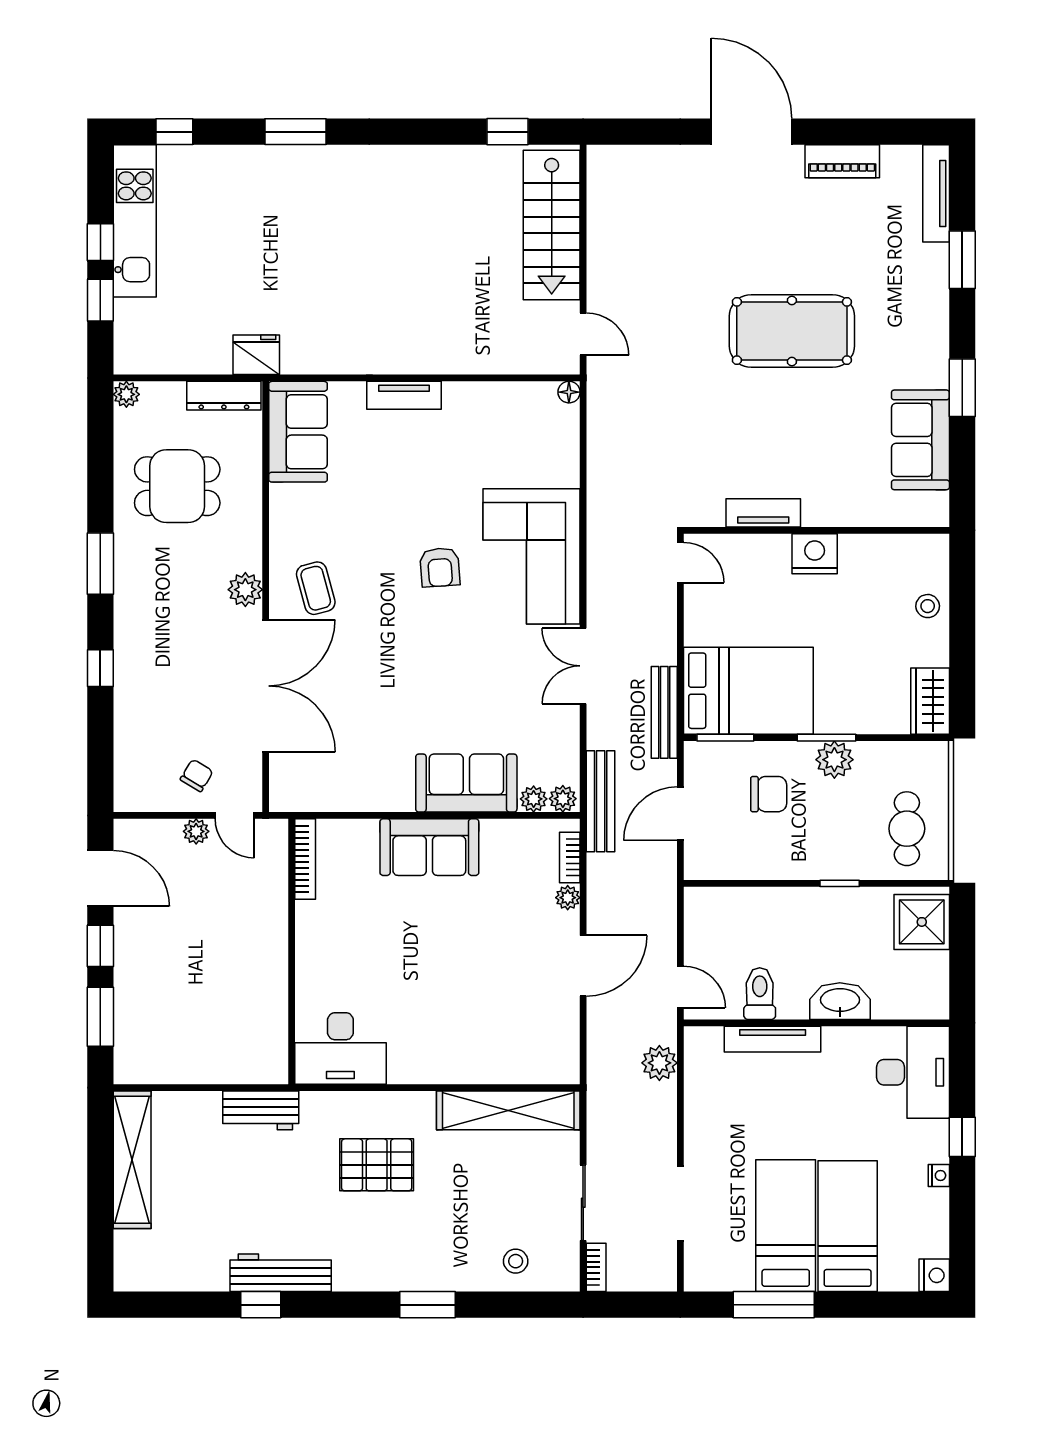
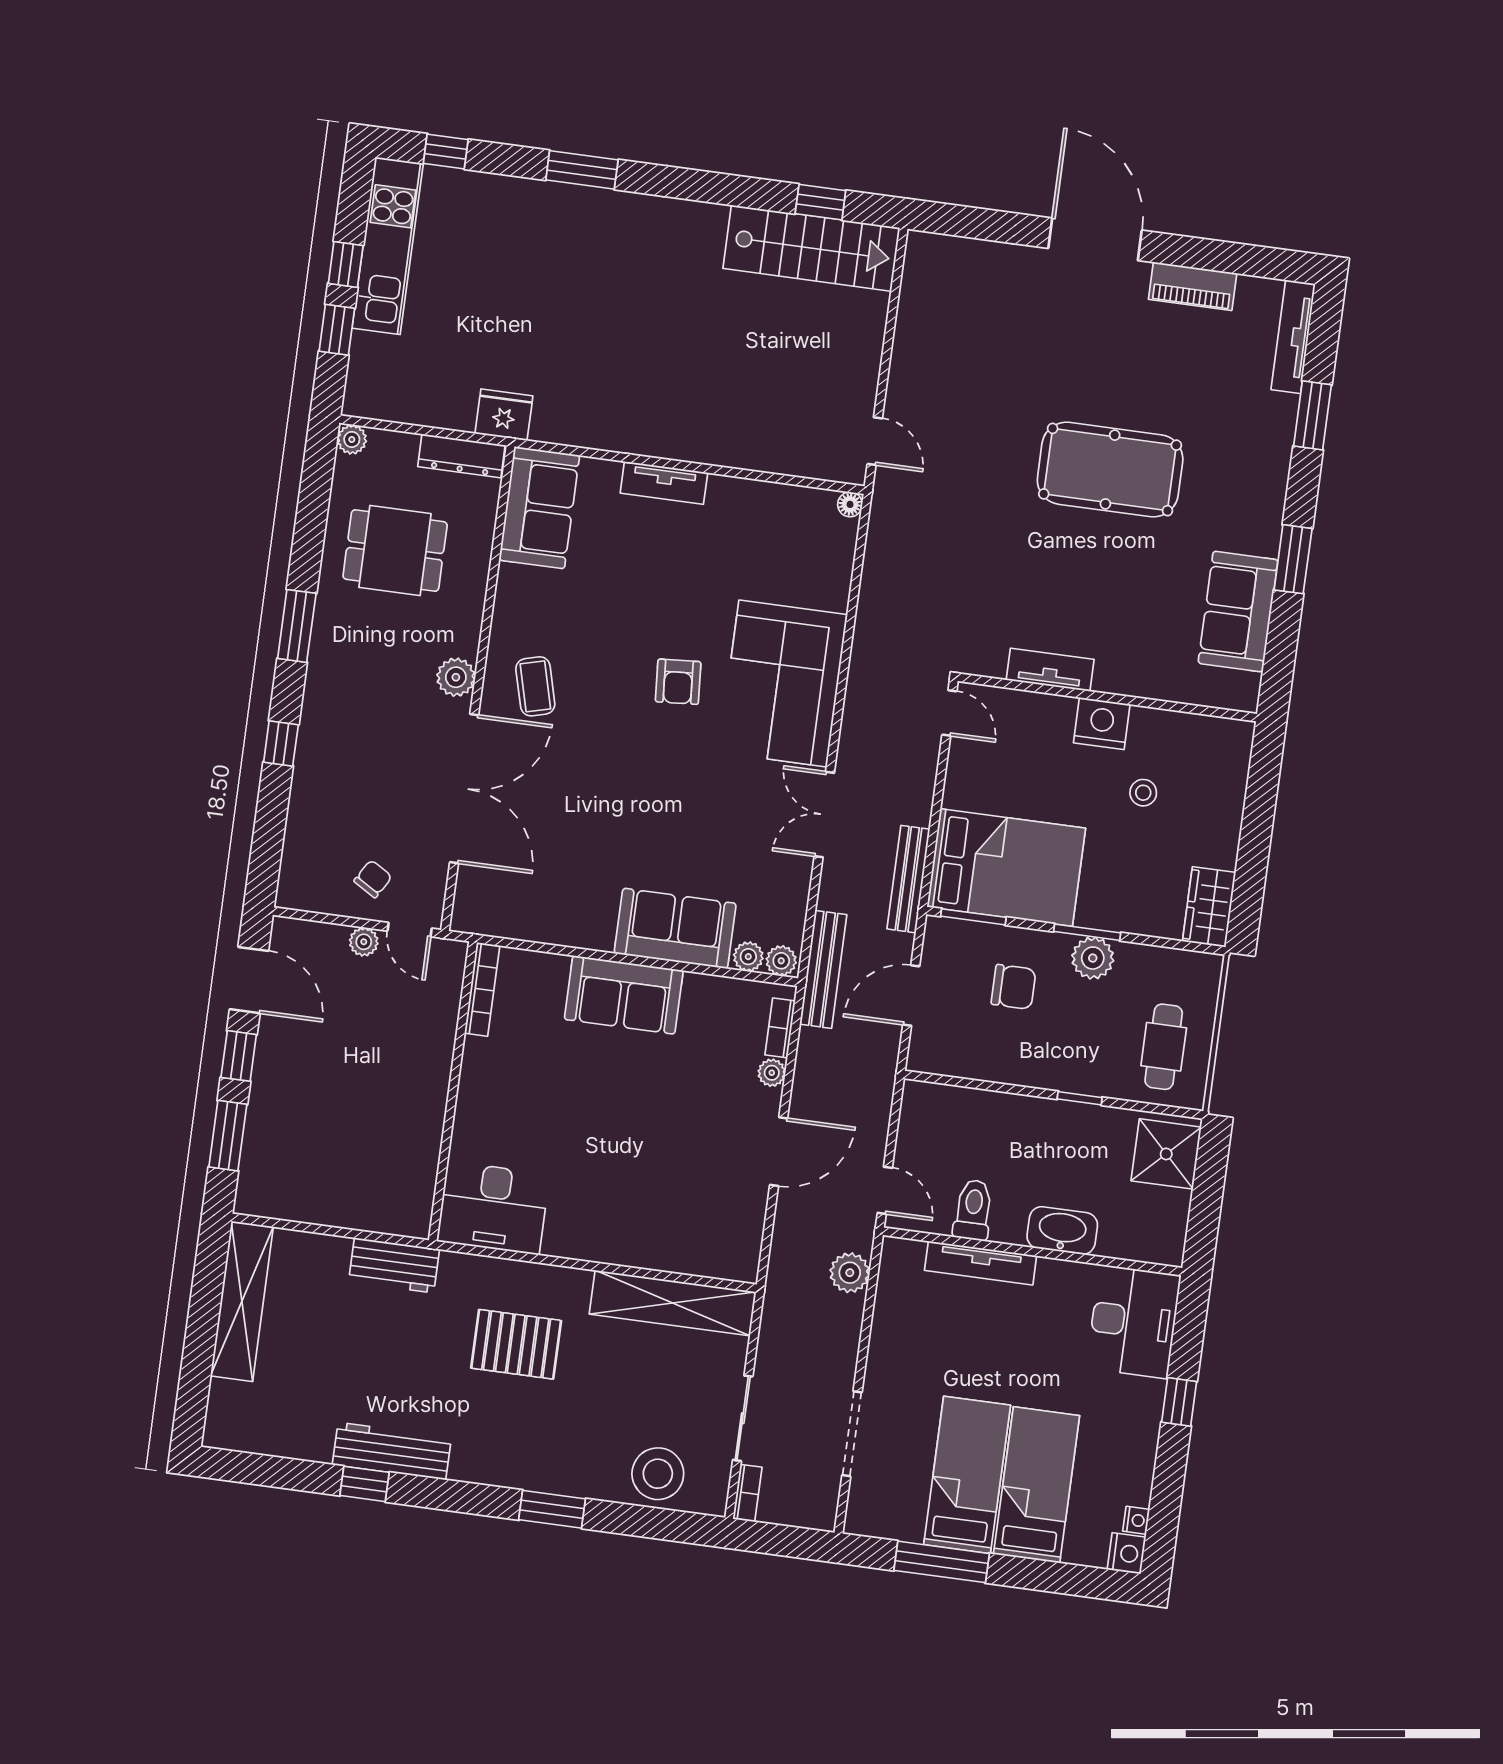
stairs: (552, 225) -> (811, 248), moved, turned -90
stool: (928, 606) -> (1143, 793), moved
nightstand: (939, 1175) -> (1136, 1520), moved
stool: (516, 1261) -> (658, 1474), width x1.89, depth x1.89

